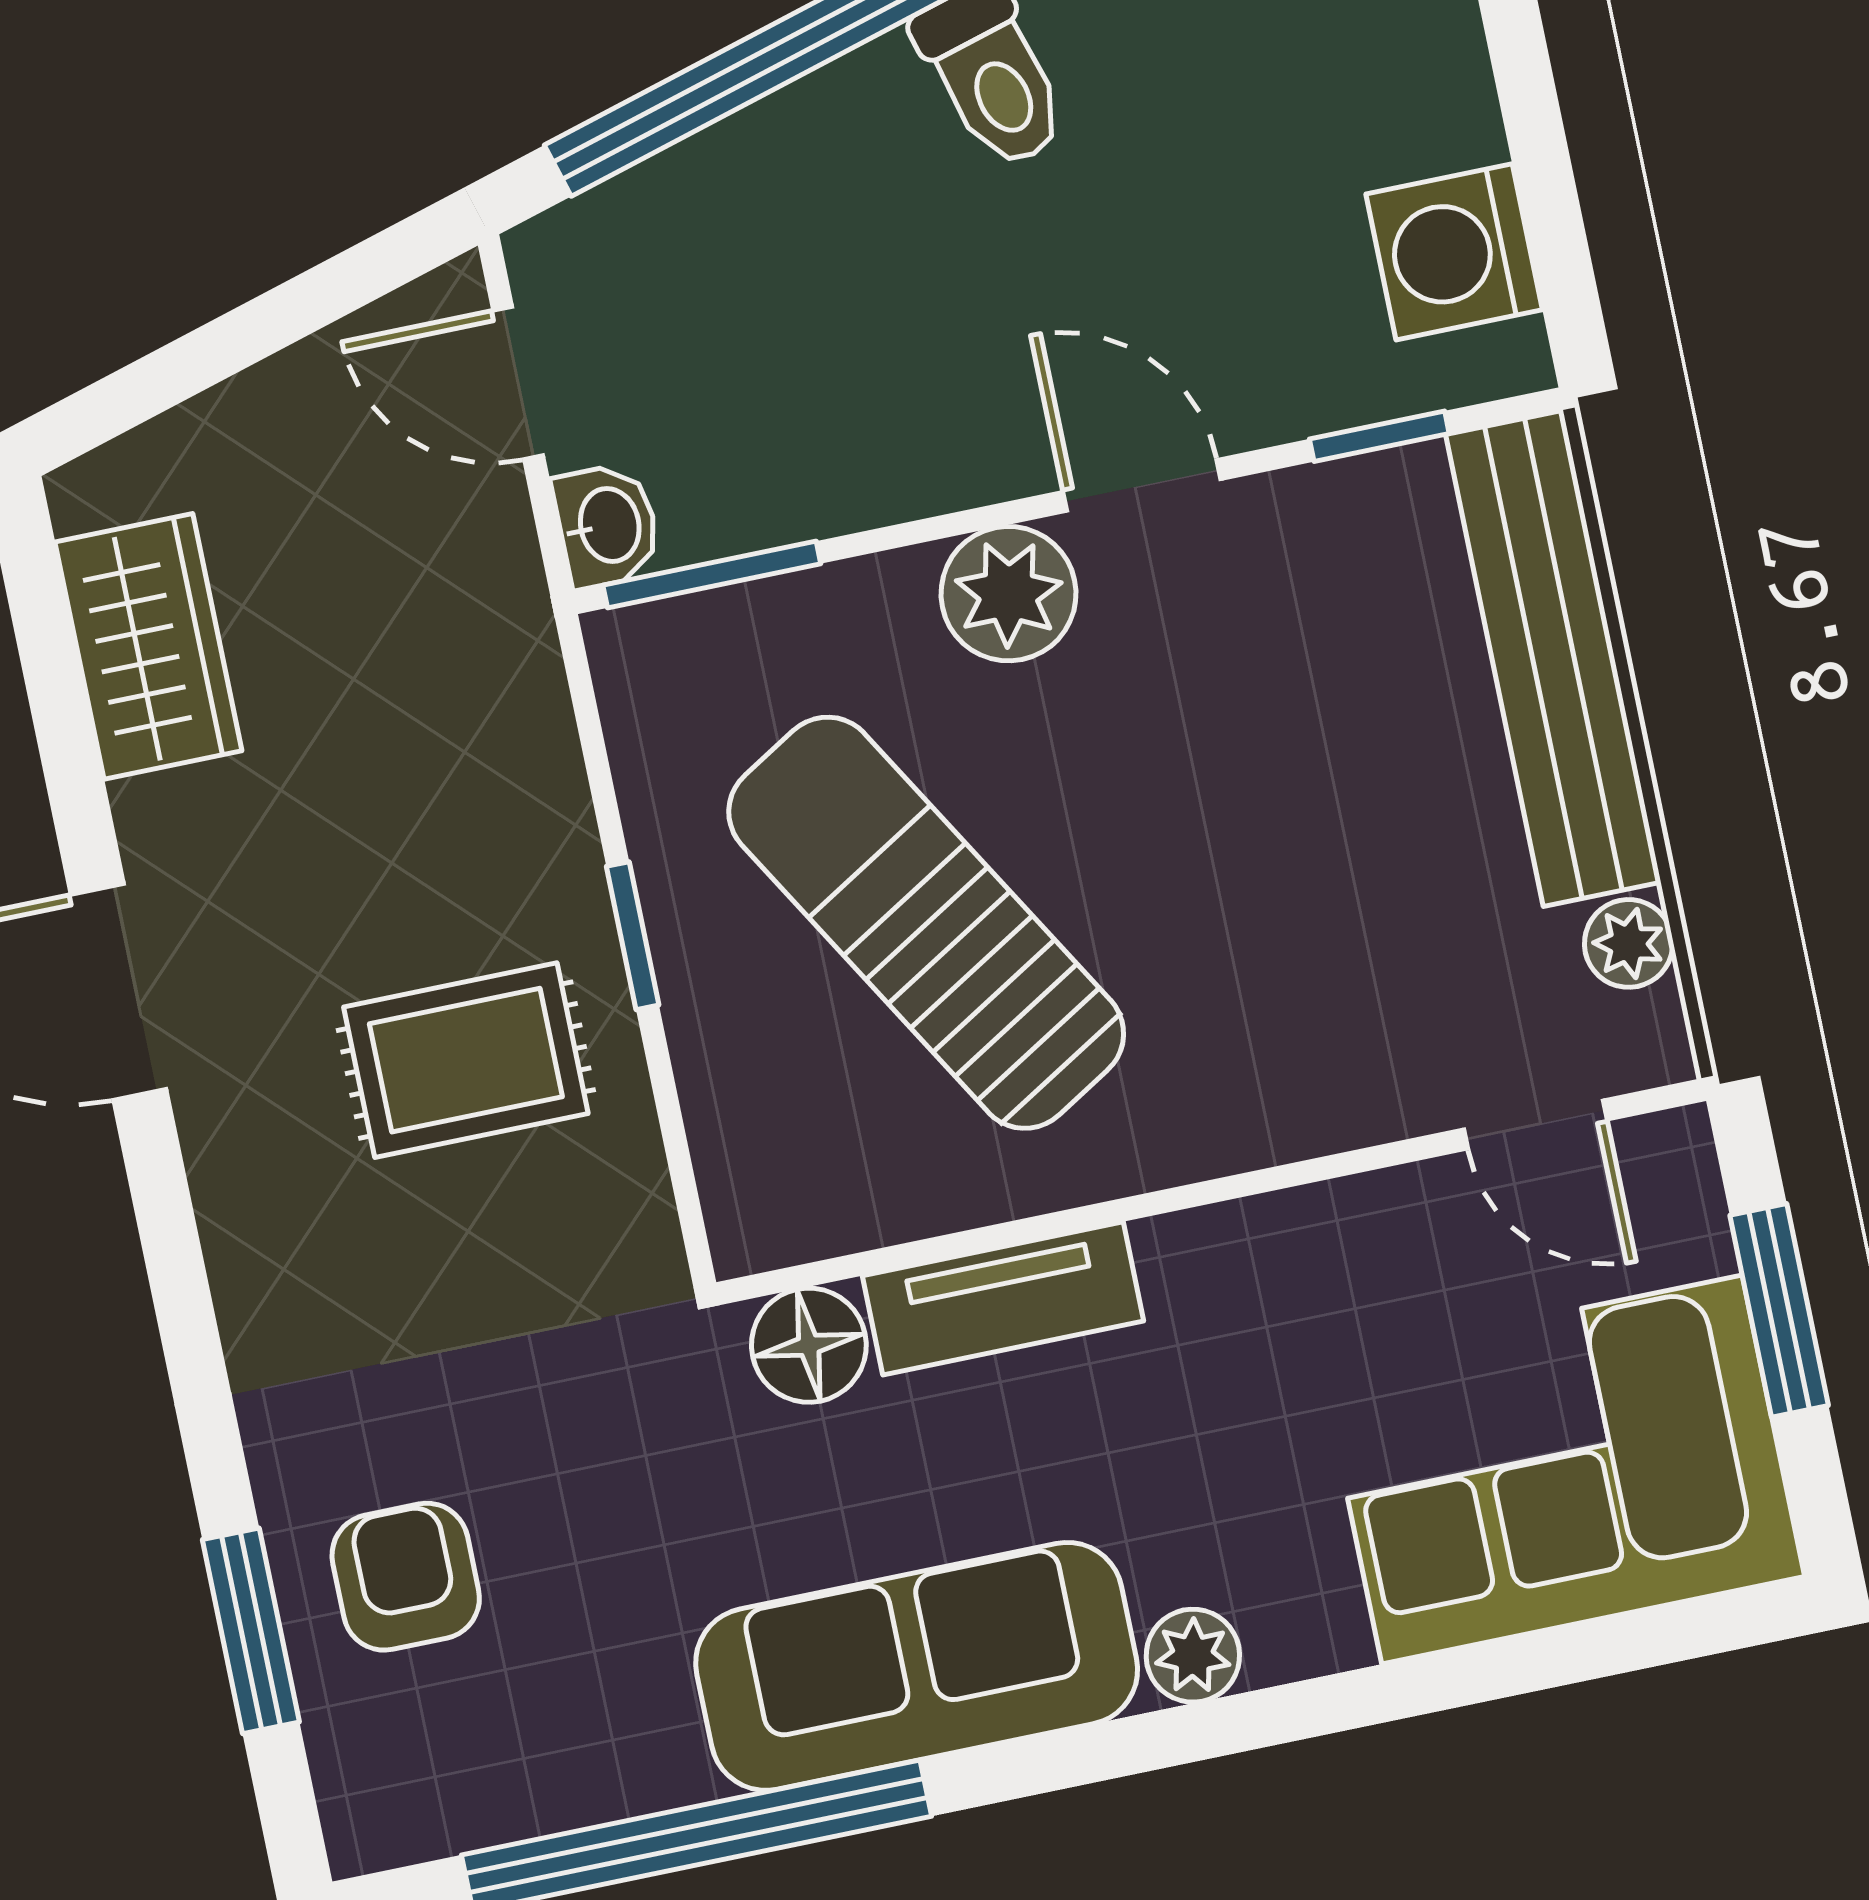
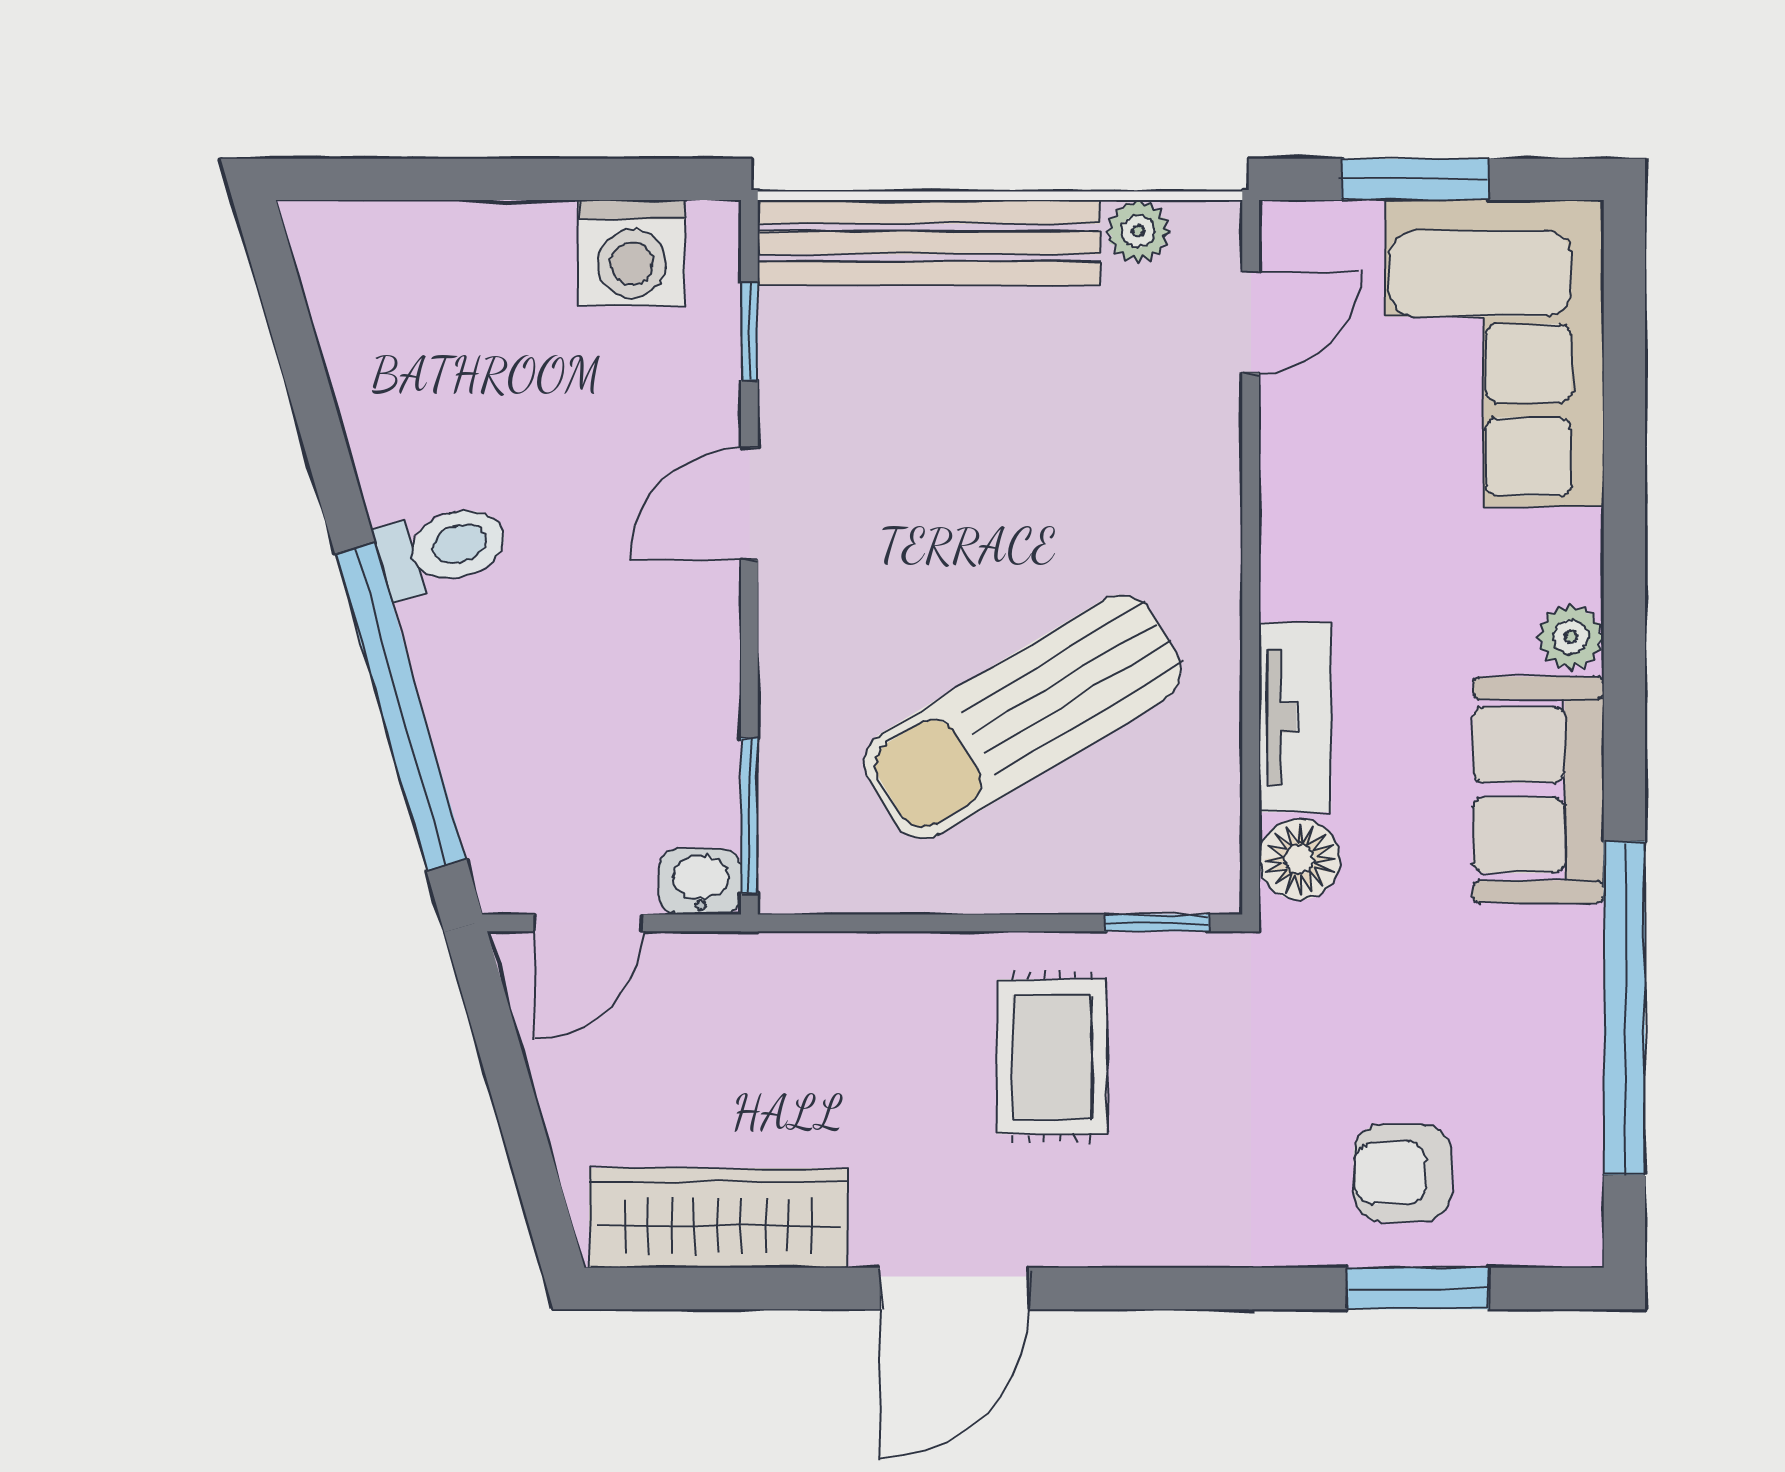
plant: (1009, 594) -> (806, 612), removed
wardrobe: (148, 646) -> (718, 1218), width x1.50
window: (633, 936) -> (1157, 923), moved
sofa: (917, 1666) -> (1538, 790), width x0.73

